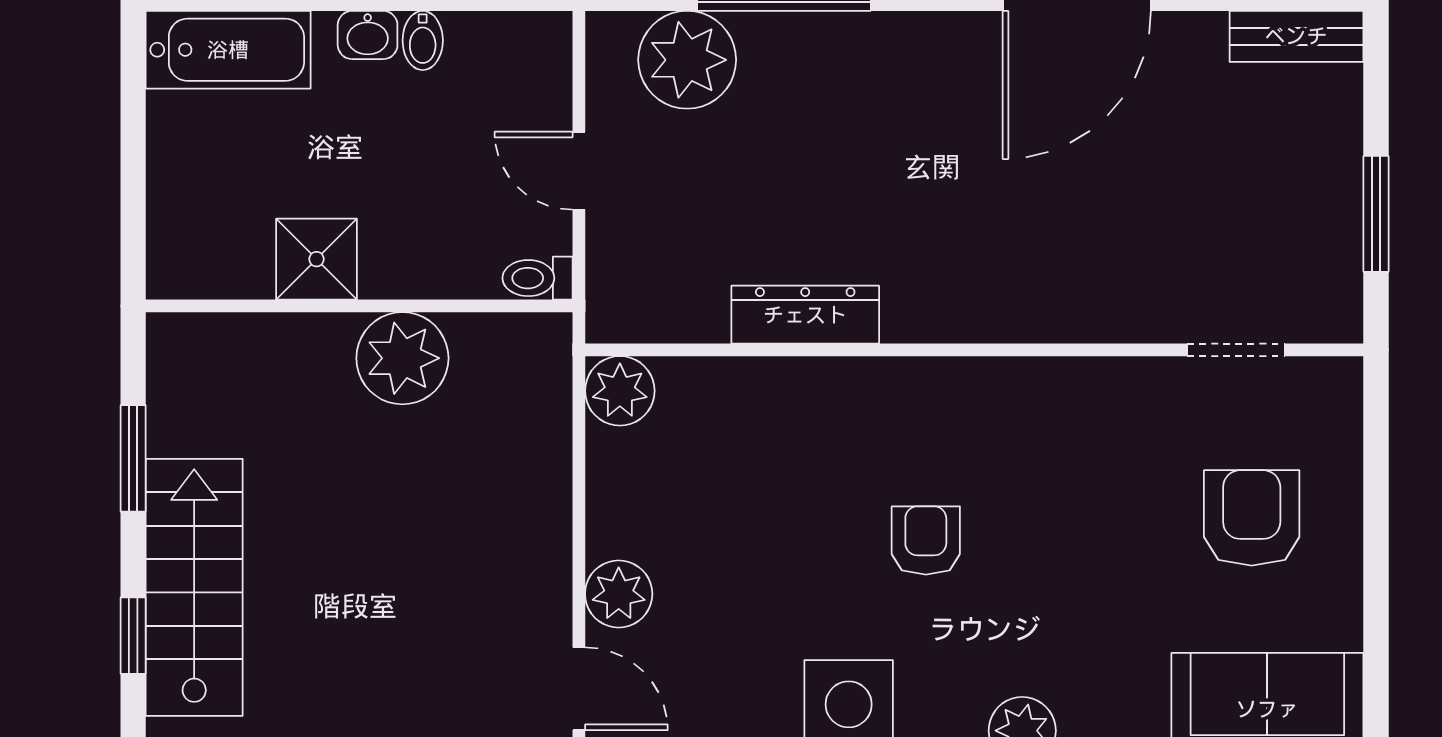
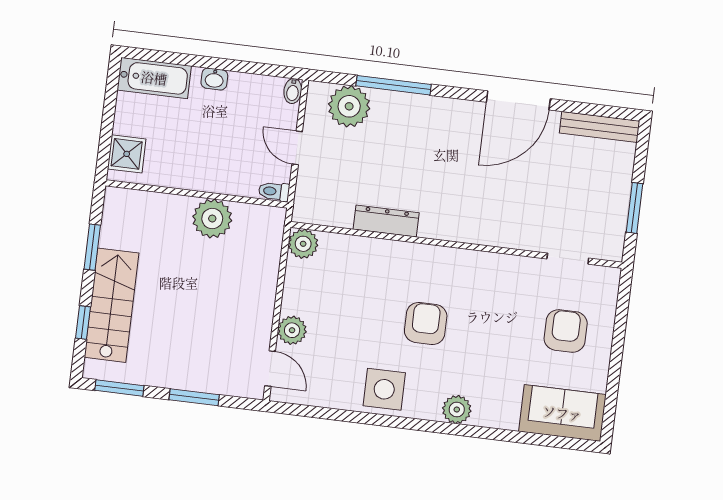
bench: (1296, 36) -> (600, 127), width x1.36
bidet: (423, 40) -> (293, 91), moved
shower: (317, 259) -> (127, 154), moved
armchair: (926, 540) -> (426, 323), width x1.38, depth x1.38

